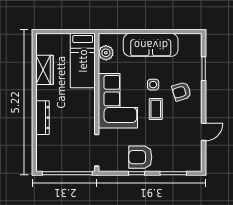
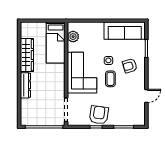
sofa: (151, 45) -> (125, 31), moved
wardrobe: (44, 70) -> (27, 55), width x1.50
armchair: (140, 157) -> (99, 115), turned 98

